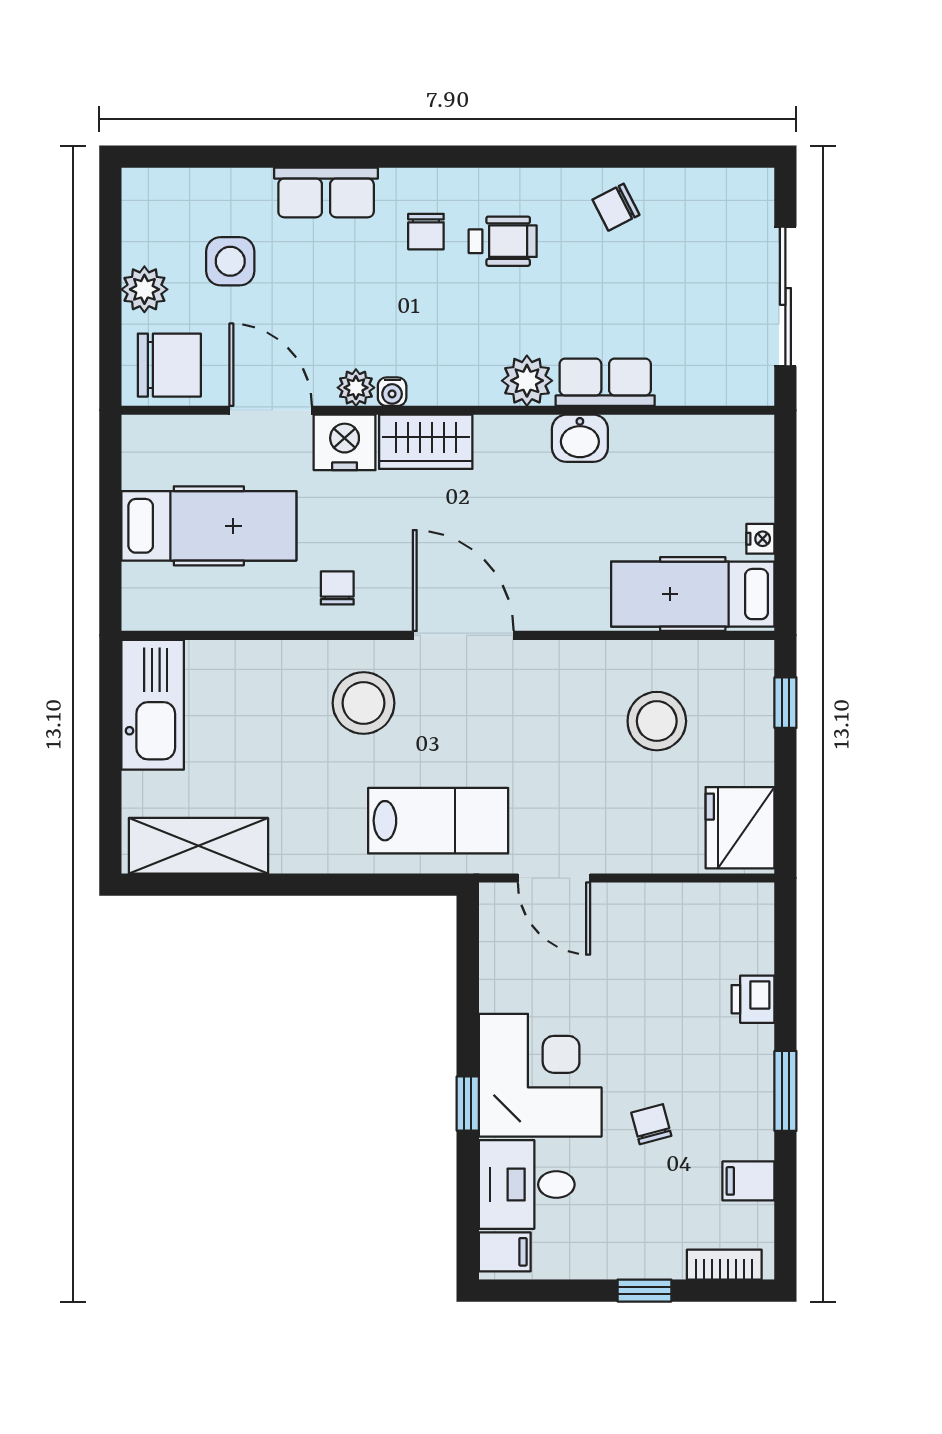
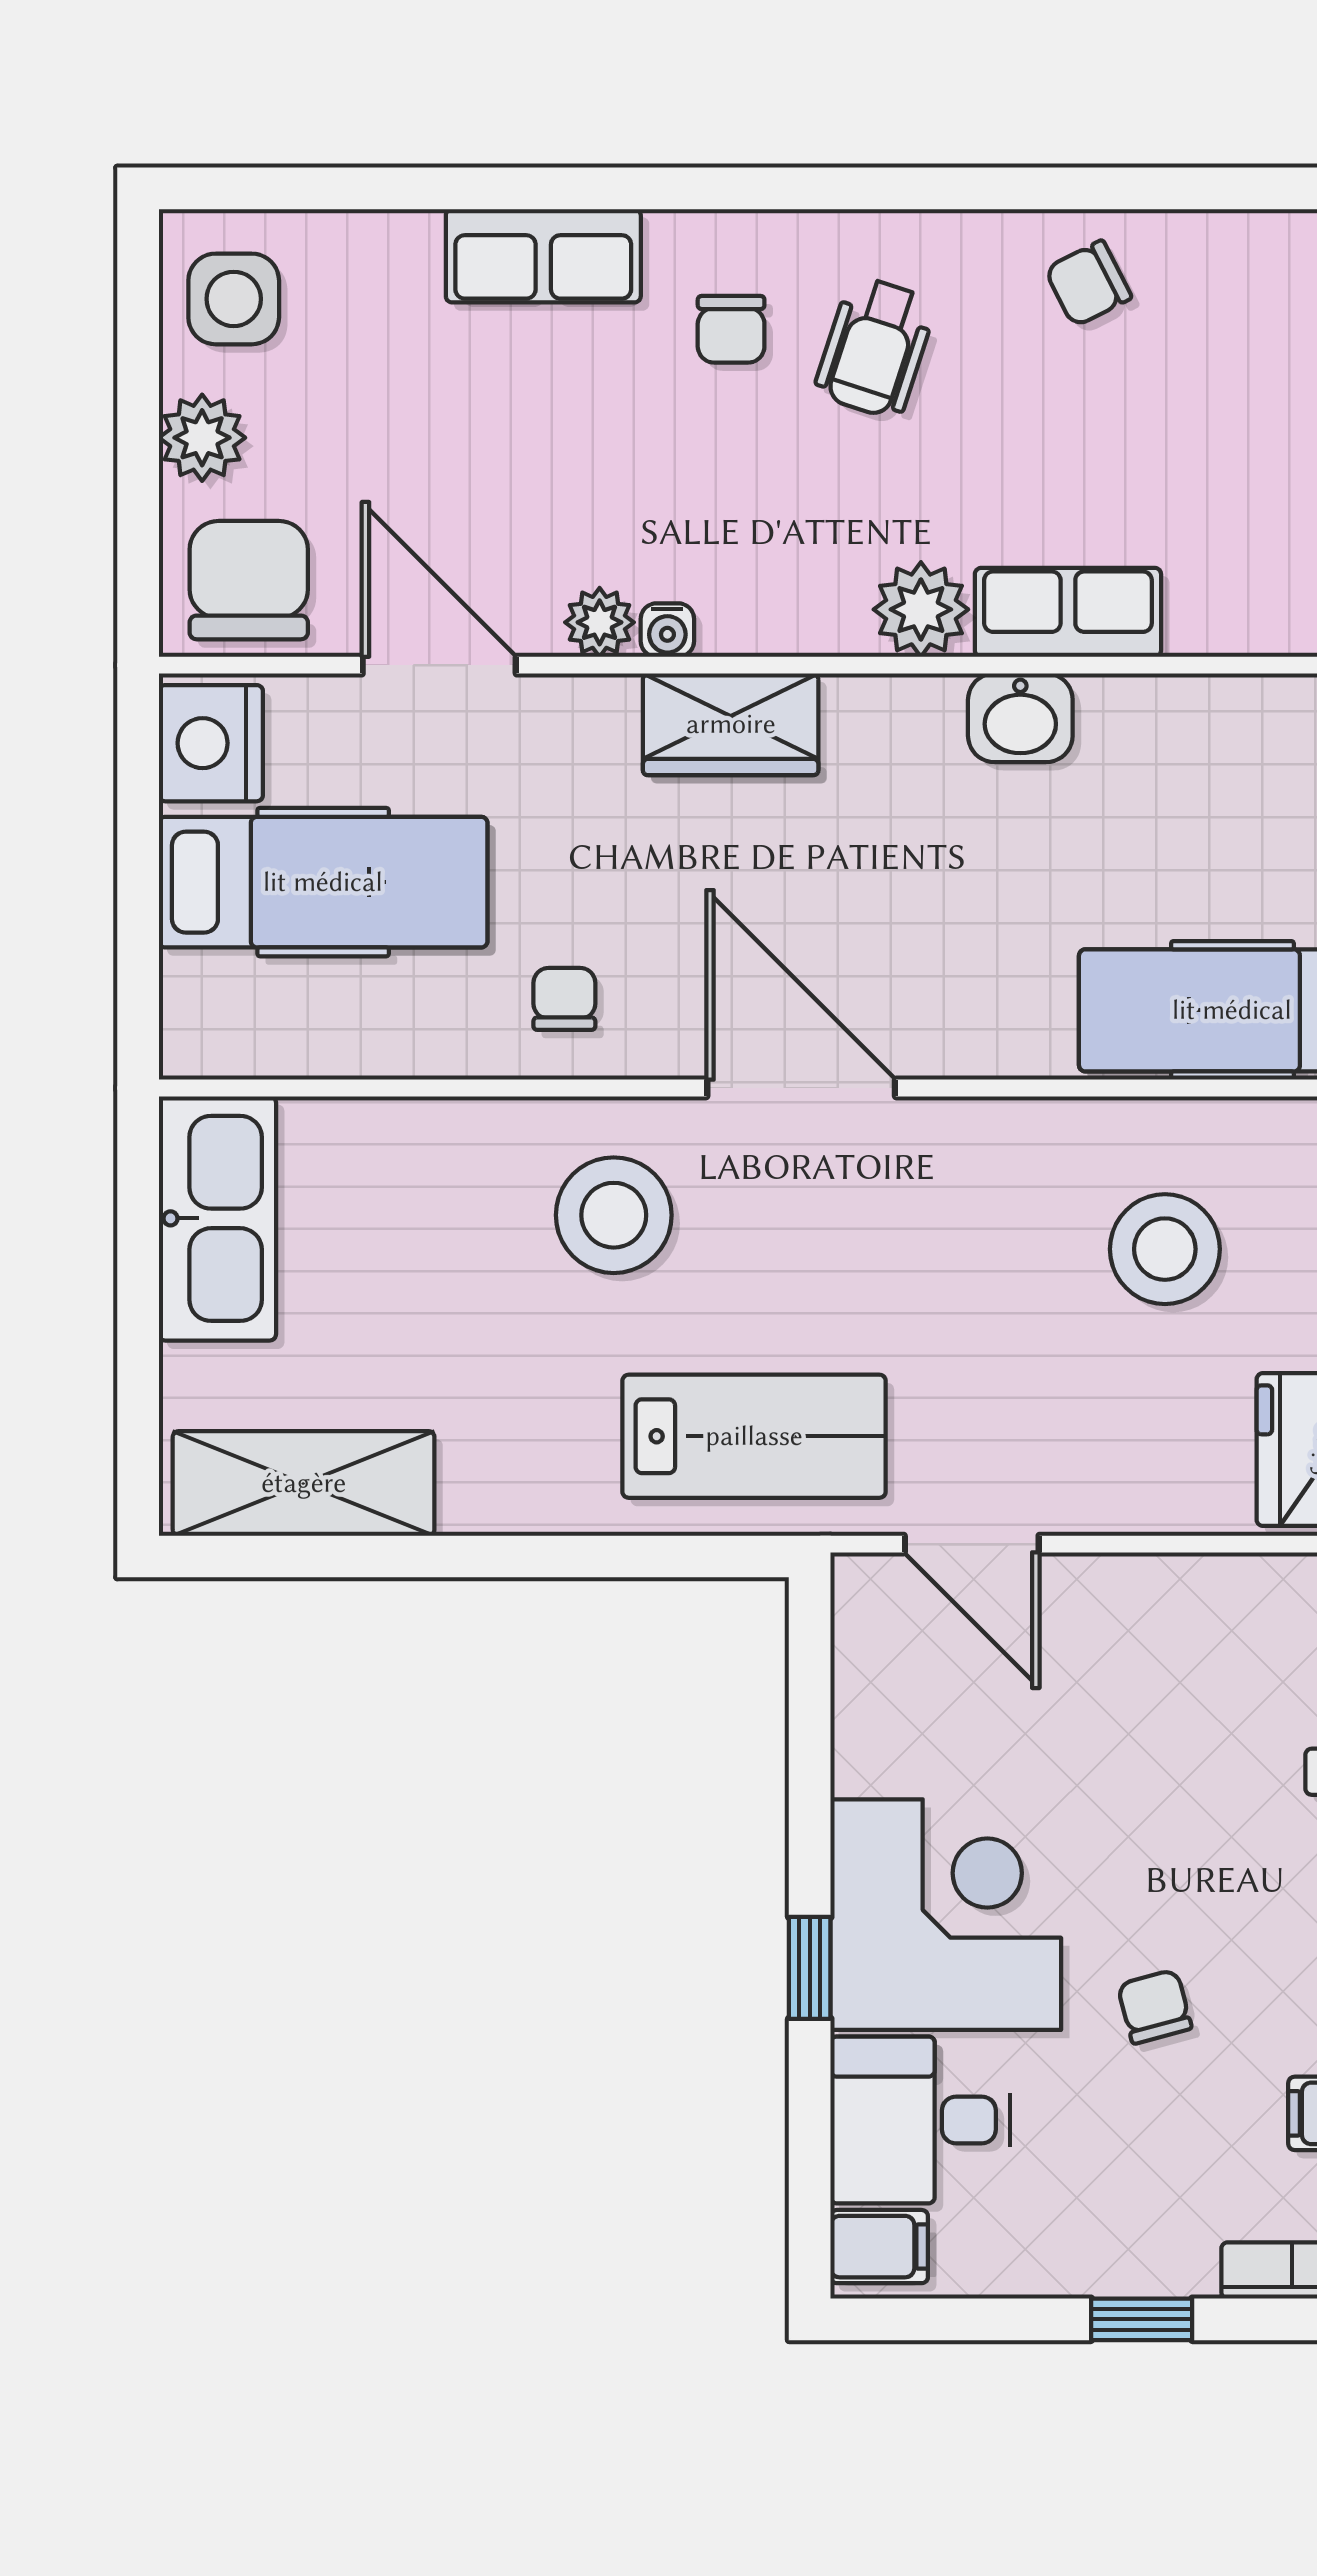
wheelchair: (503, 241) -> (875, 347), turned 108
side table: (230, 261) -> (234, 299), moved
chair: (169, 365) -> (249, 580), turned -90
nightstand: (345, 442) -> (211, 743), moved, turned -90

